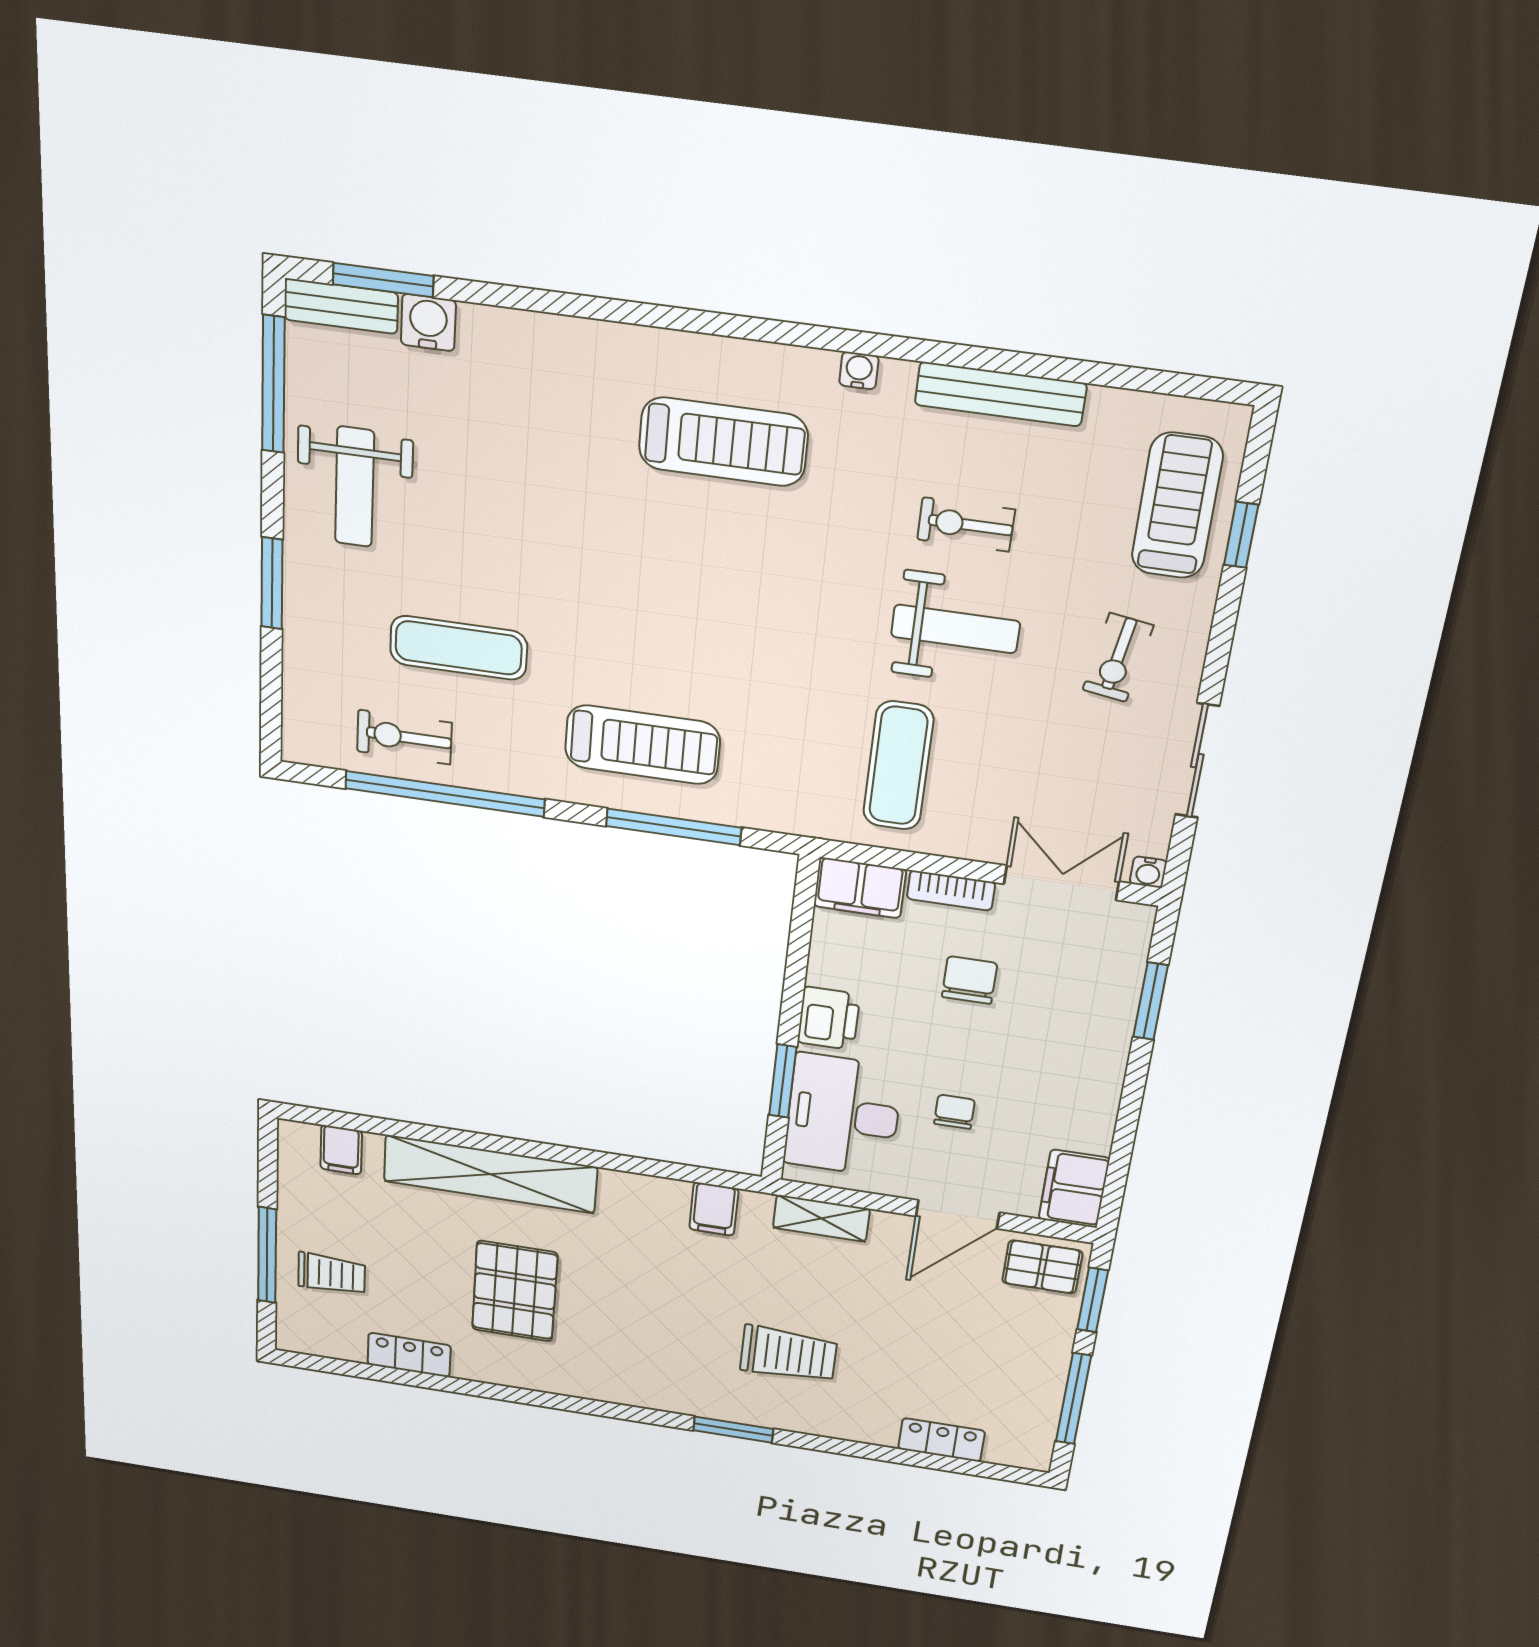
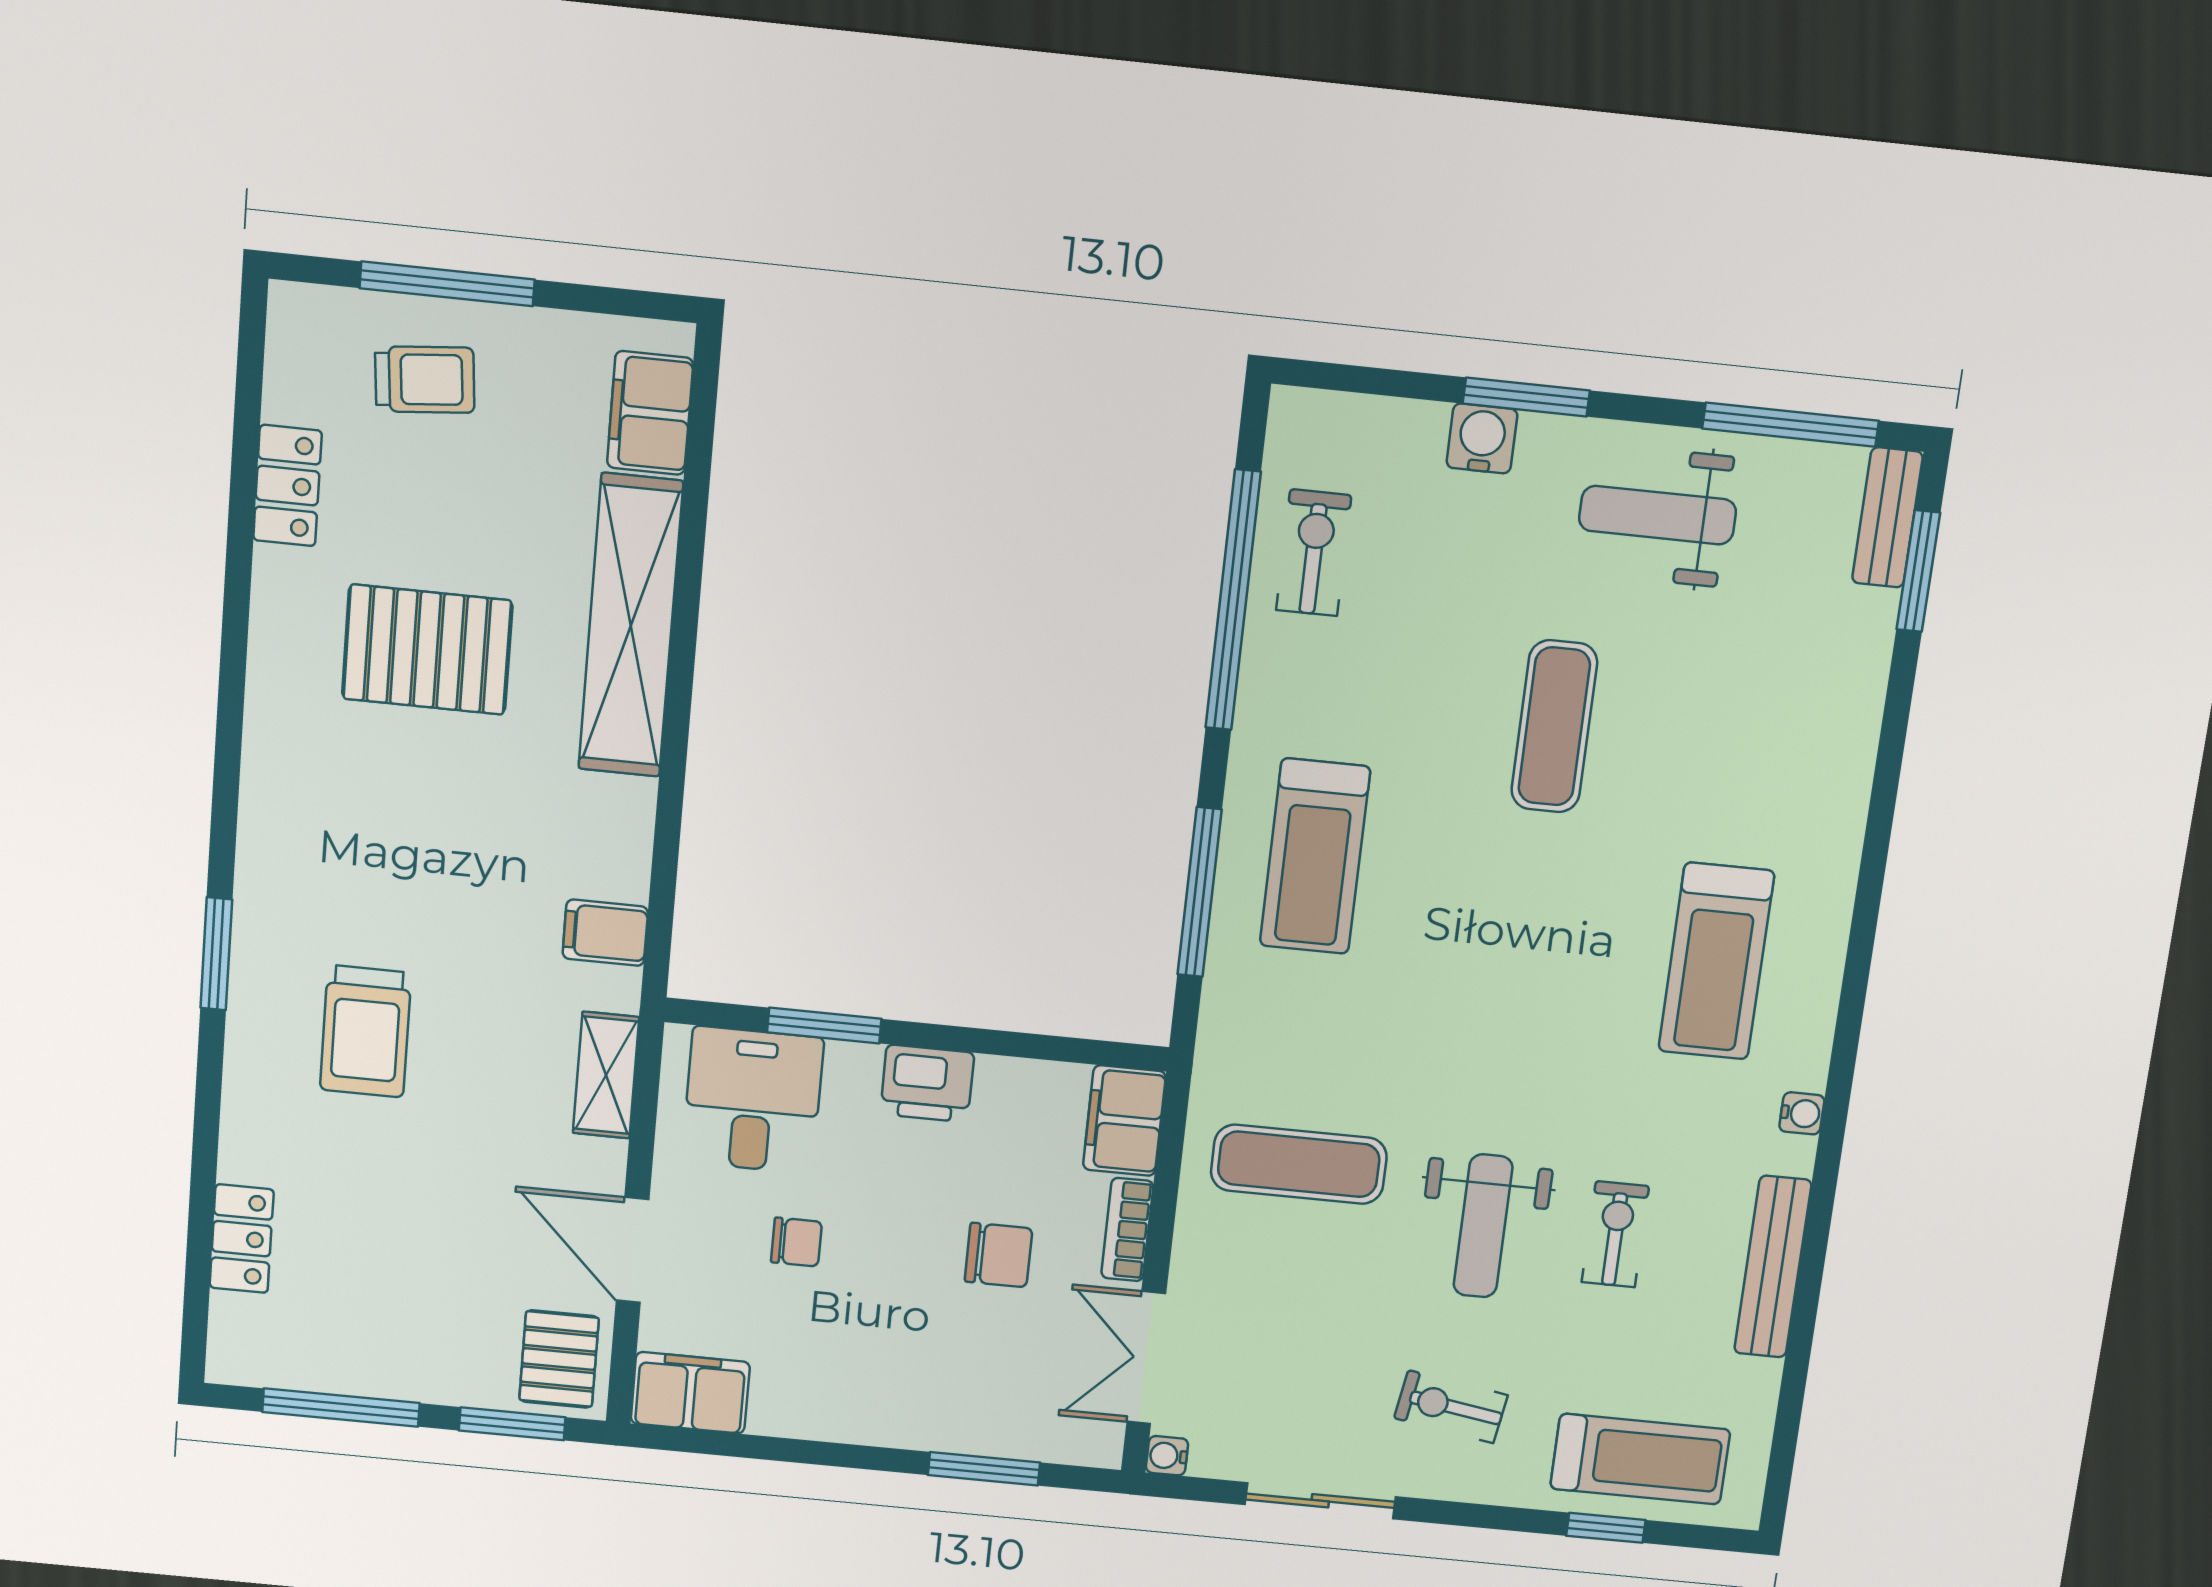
water cooler: (428, 323) -> (1482, 438), moved, turned -90
exercise mat: (459, 648) -> (1554, 726), moved
double door: (1061, 883) -> (1146, 1358), swing flipped
desk: (843, 1115) -> (753, 1100), width x0.73
filing cabinet: (341, 1150) -> (650, 413), width x2.00
trolley: (332, 1274) -> (425, 380), turned -95

